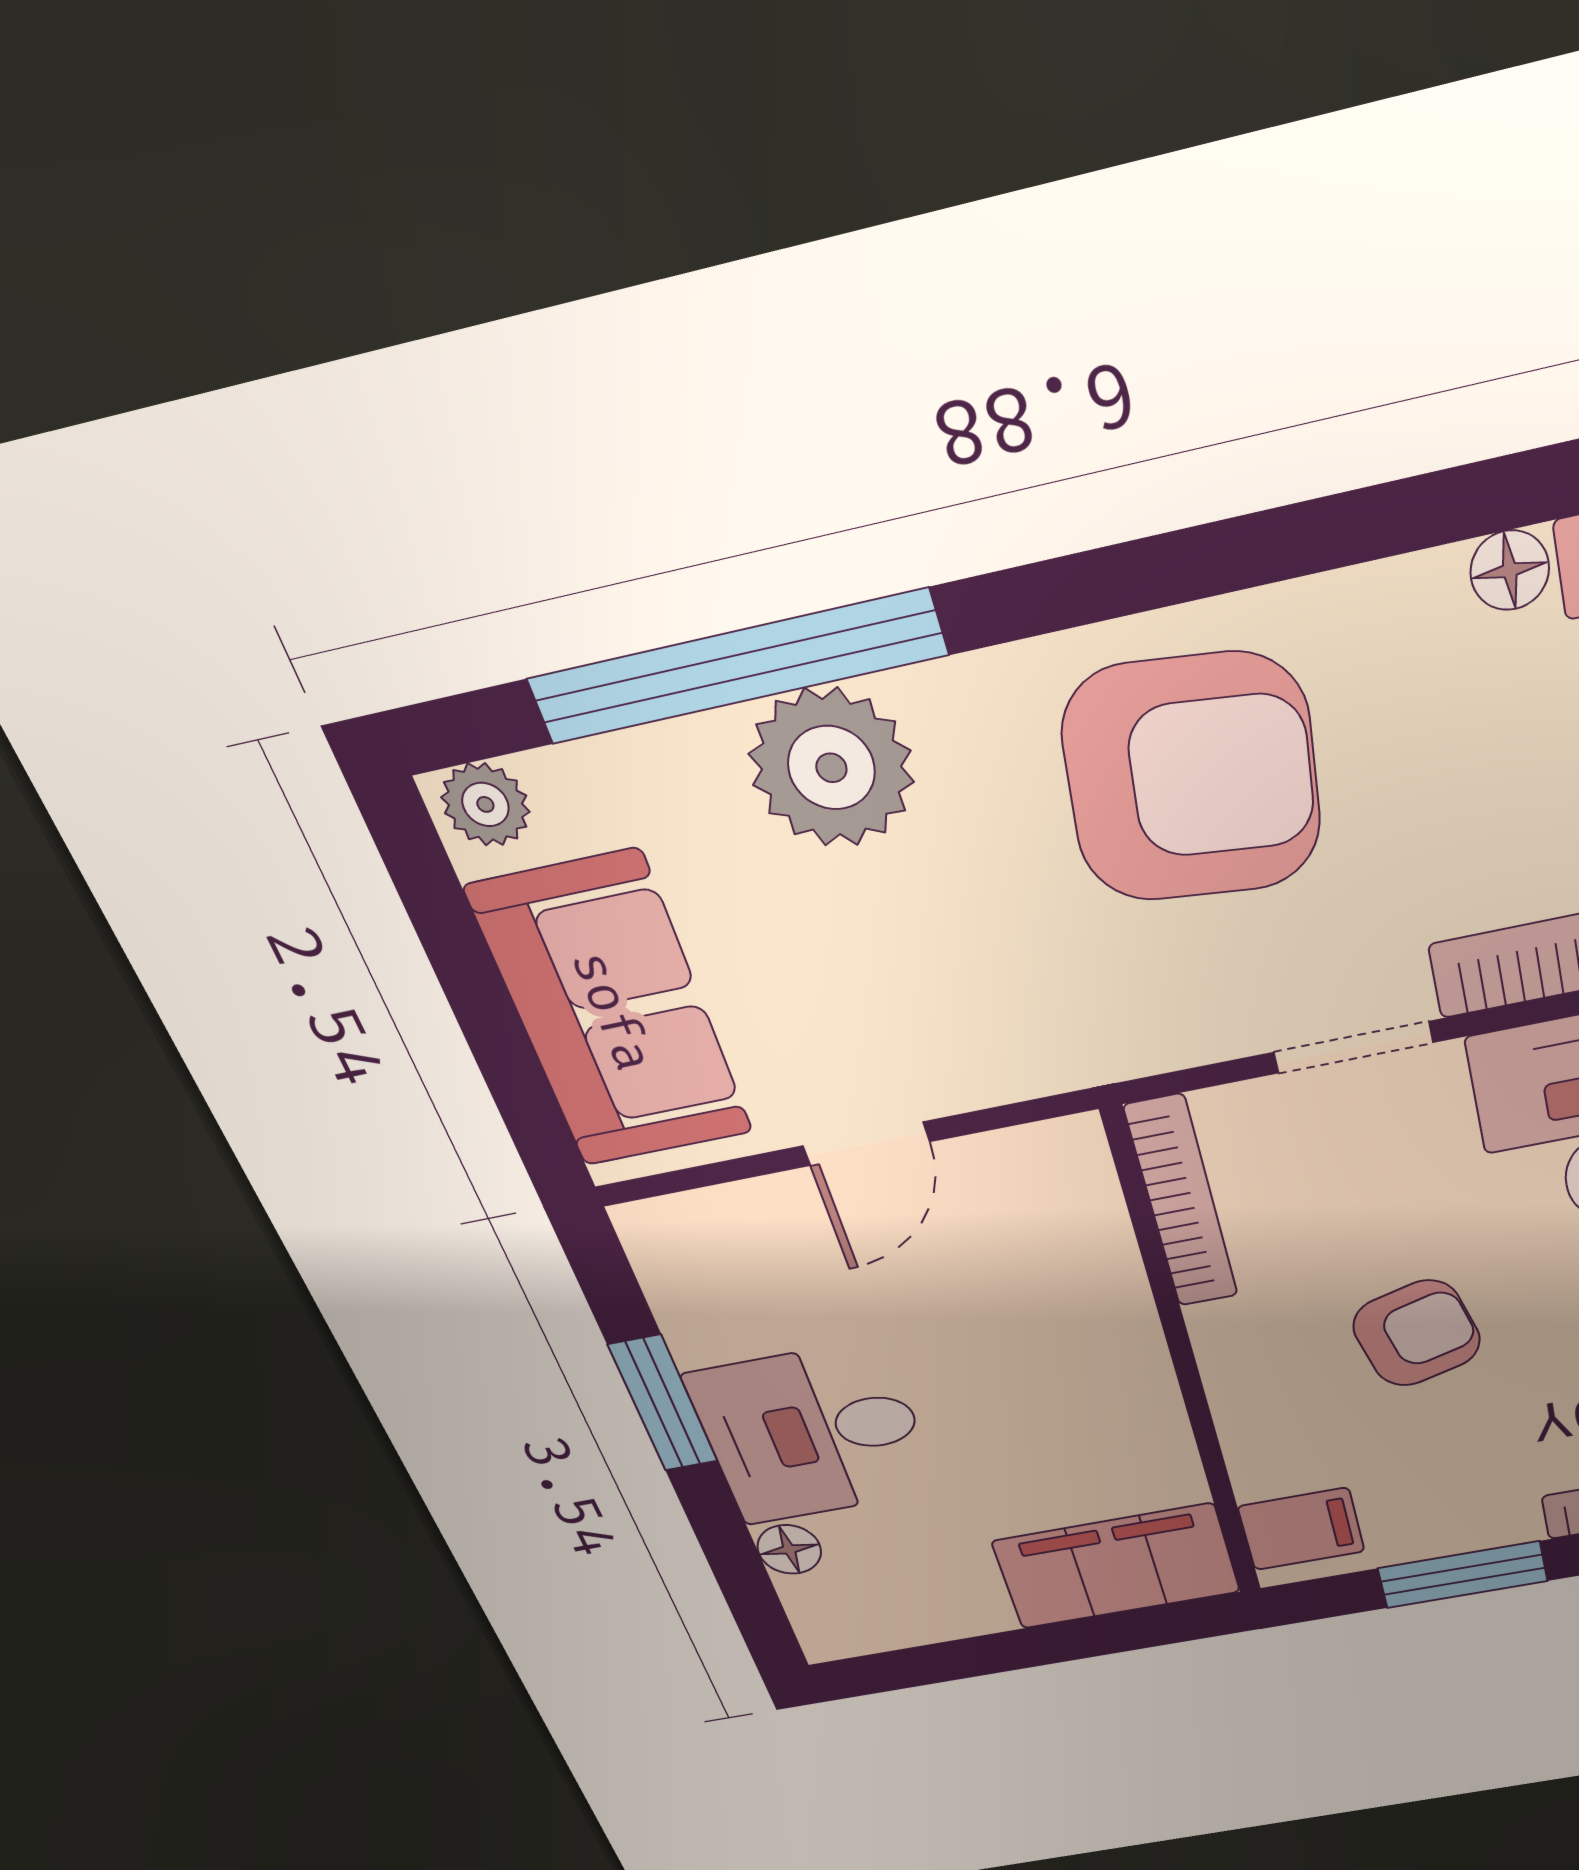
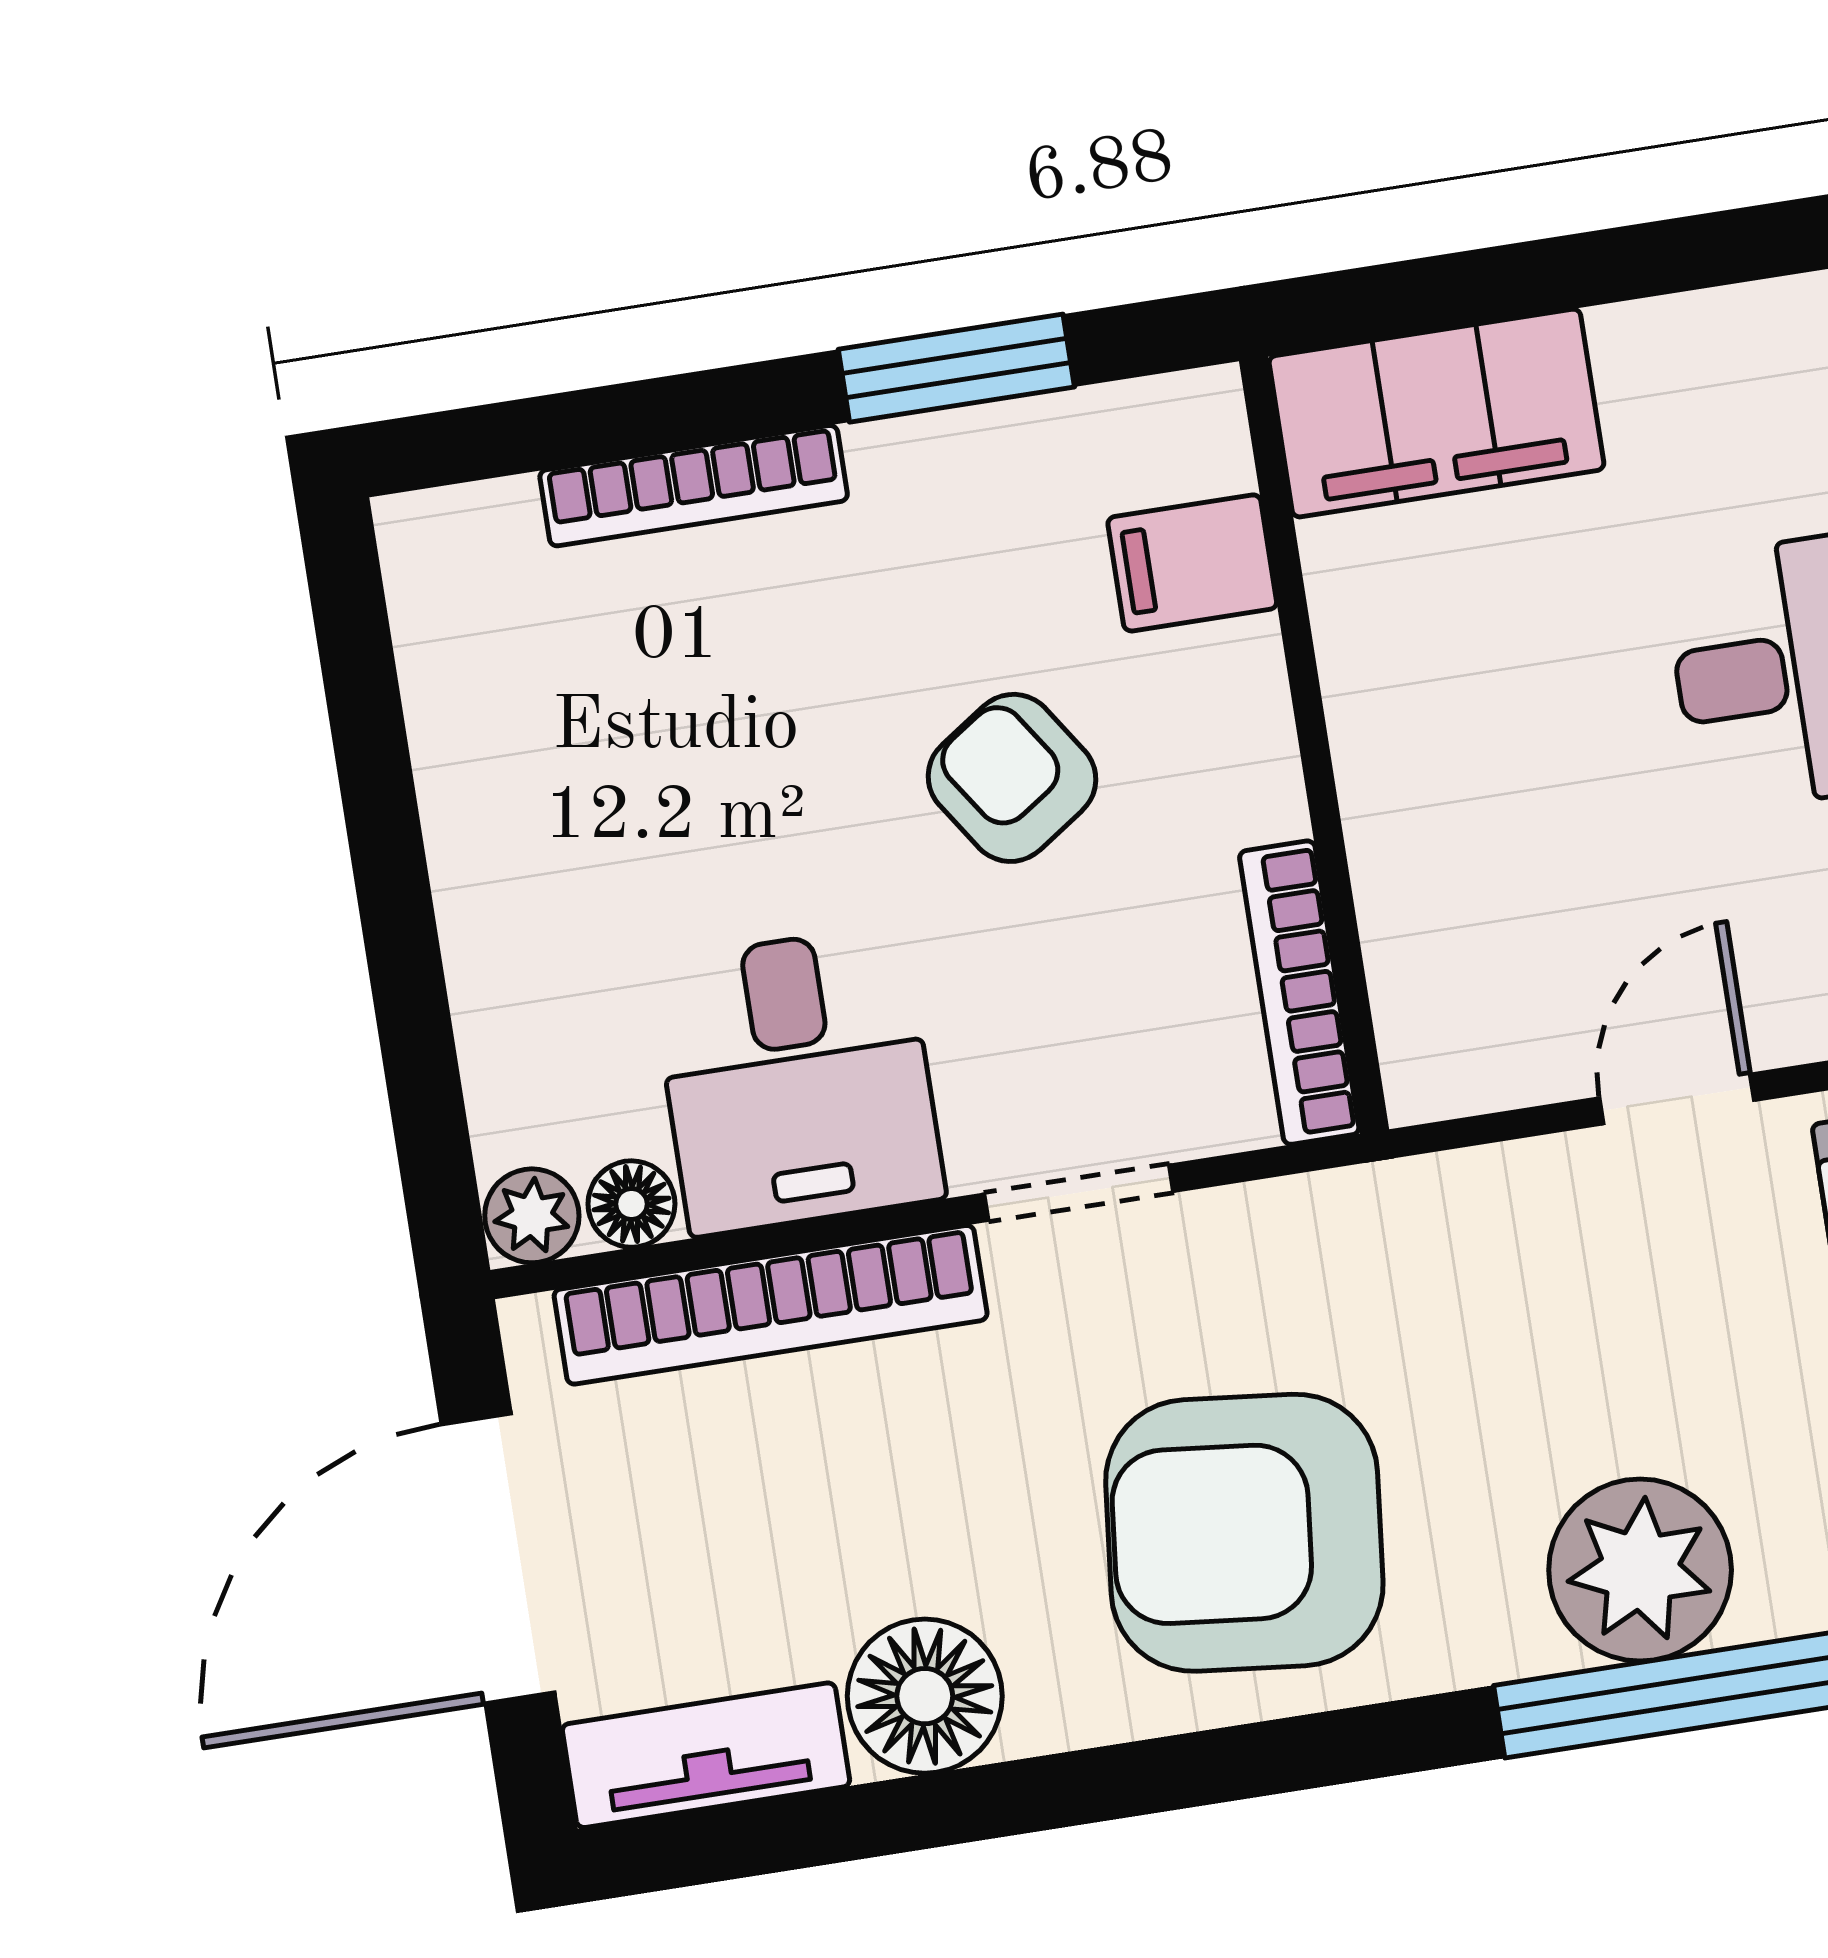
floor lamp: (1510, 570) -> (925, 1696), width x1.89, depth x1.89
armchair: (1417, 1333) -> (1012, 778), turned 71
filing cabinet: (1301, 1529) -> (1192, 563), moved

